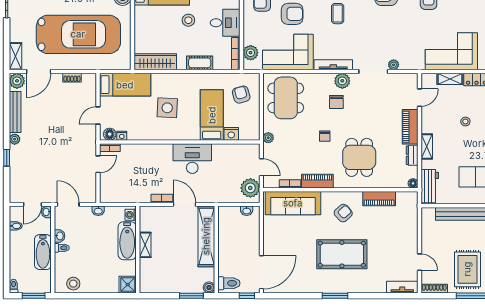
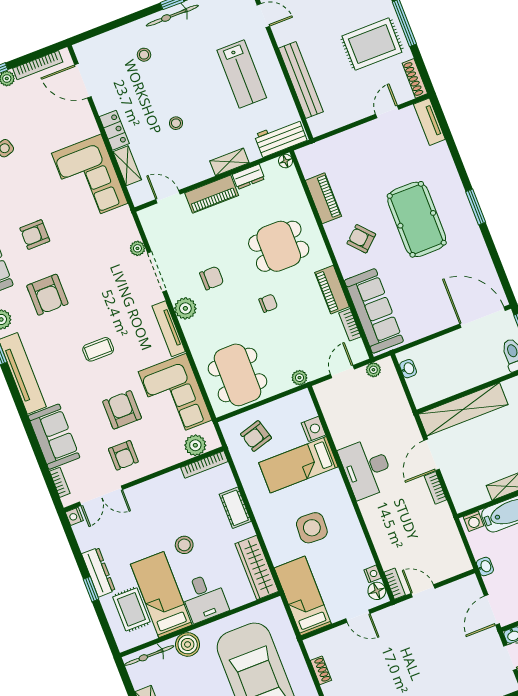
desk: (225, 23) -> (204, 598), moved, turned 180
dining table: (286, 98) -> (237, 375), turned 90
chair: (336, 102) -> (212, 278), moved
plant: (250, 188) -> (373, 370), width x0.53, depth x0.53

